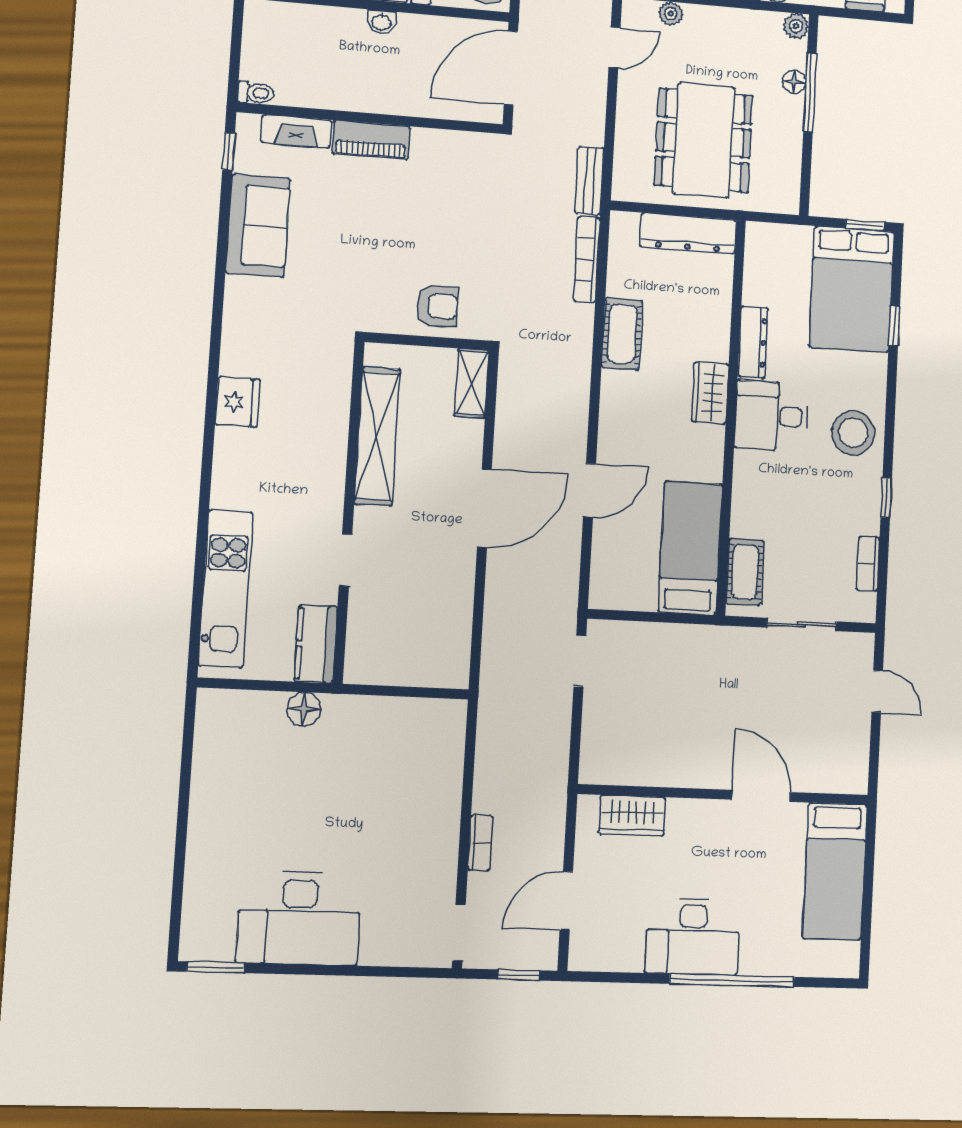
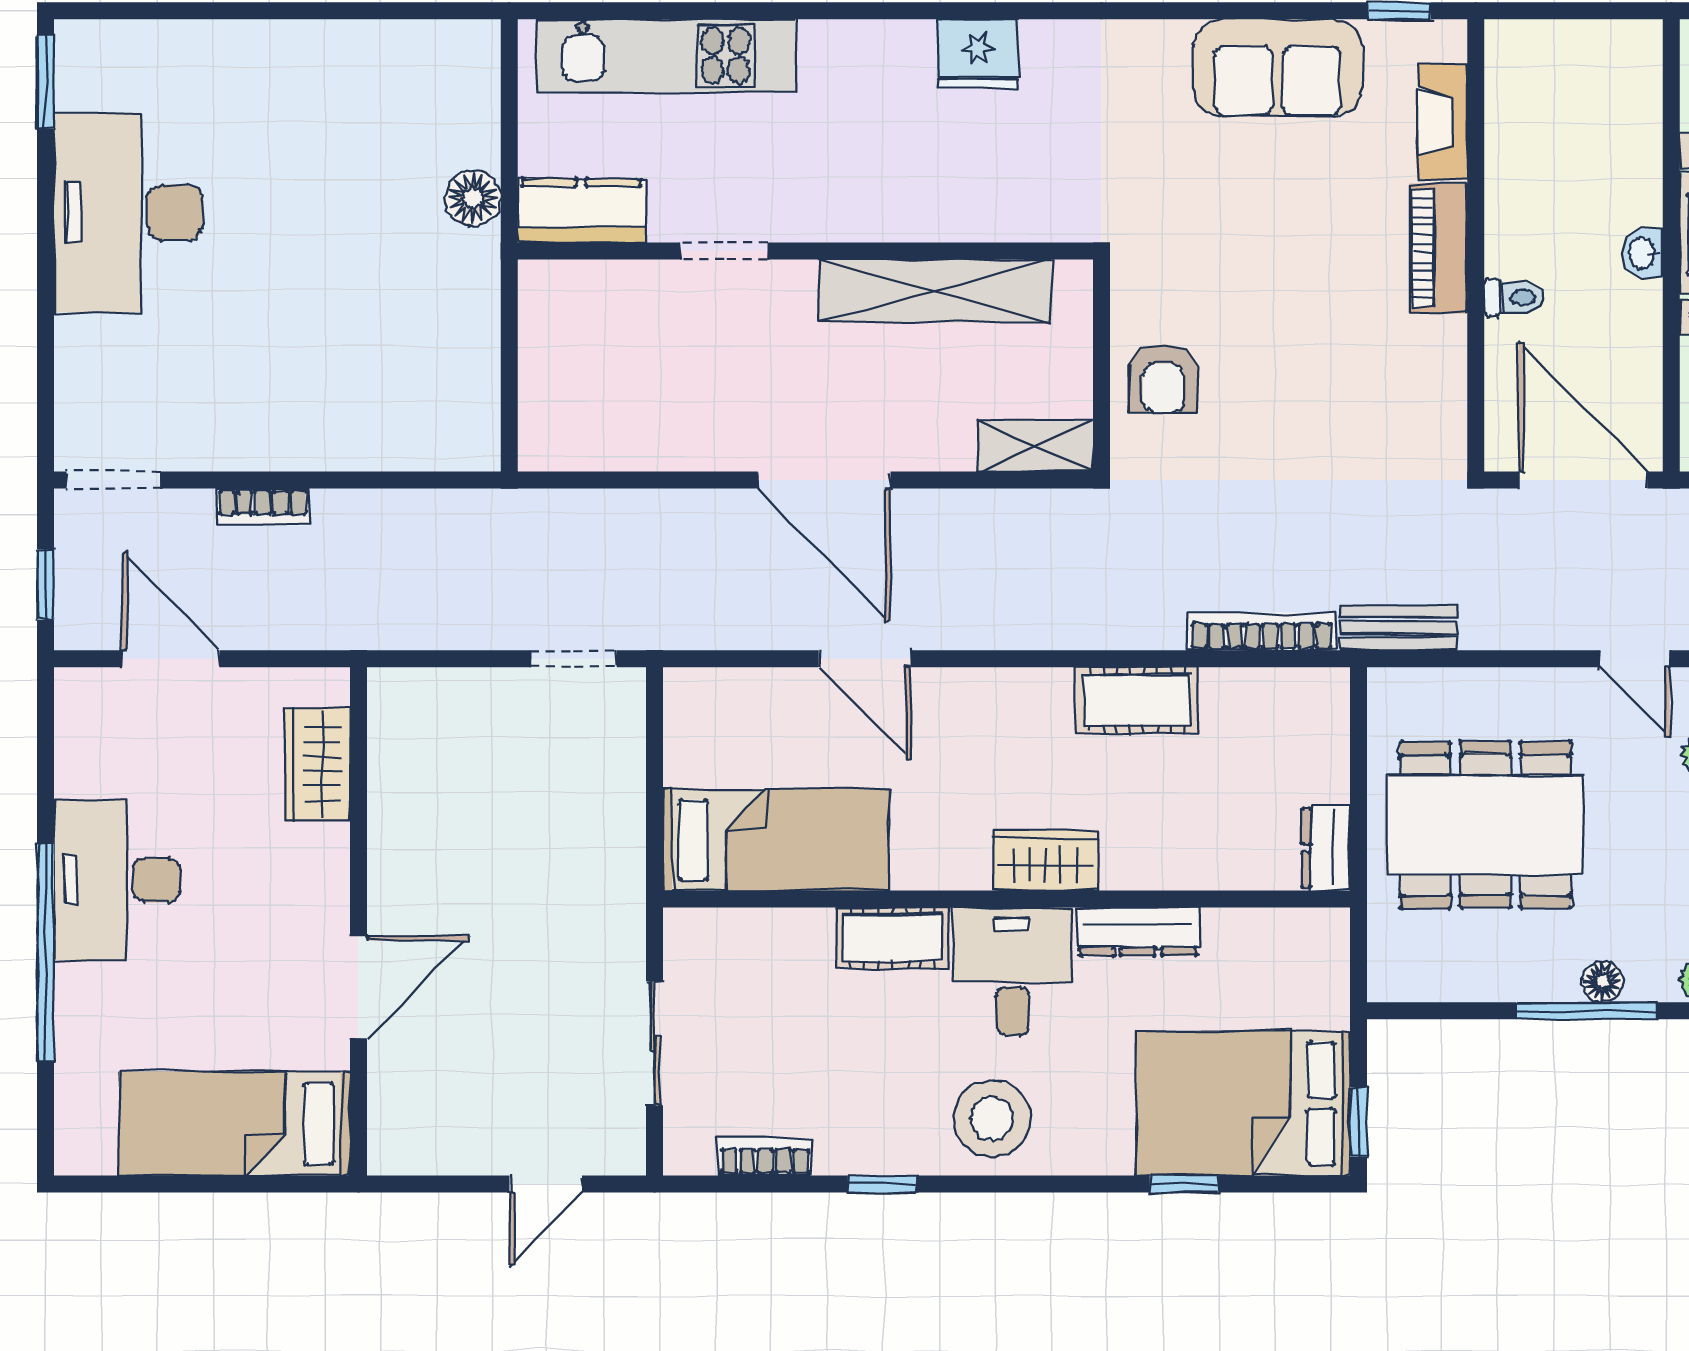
toilet: (256, 93) -> (1514, 297), moved, turned -90
dresser: (688, 233) -> (1326, 848), width x0.51, depth x0.80
cot: (745, 572) -> (892, 938), moved

